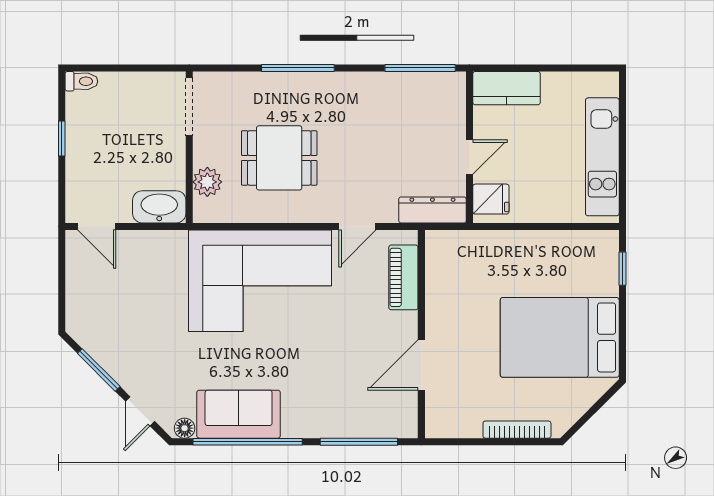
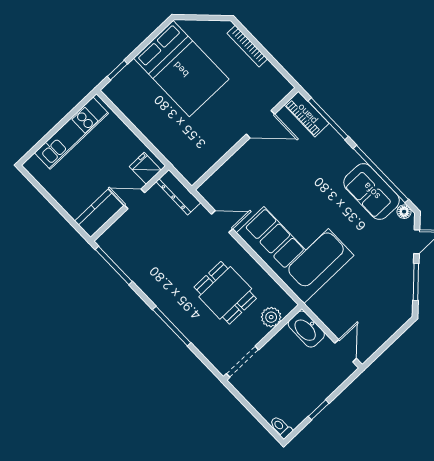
kitchen counter: (507, 88) -> (99, 214), moved, turned -90
piano: (403, 277) -> (307, 114), moved, turned 90

